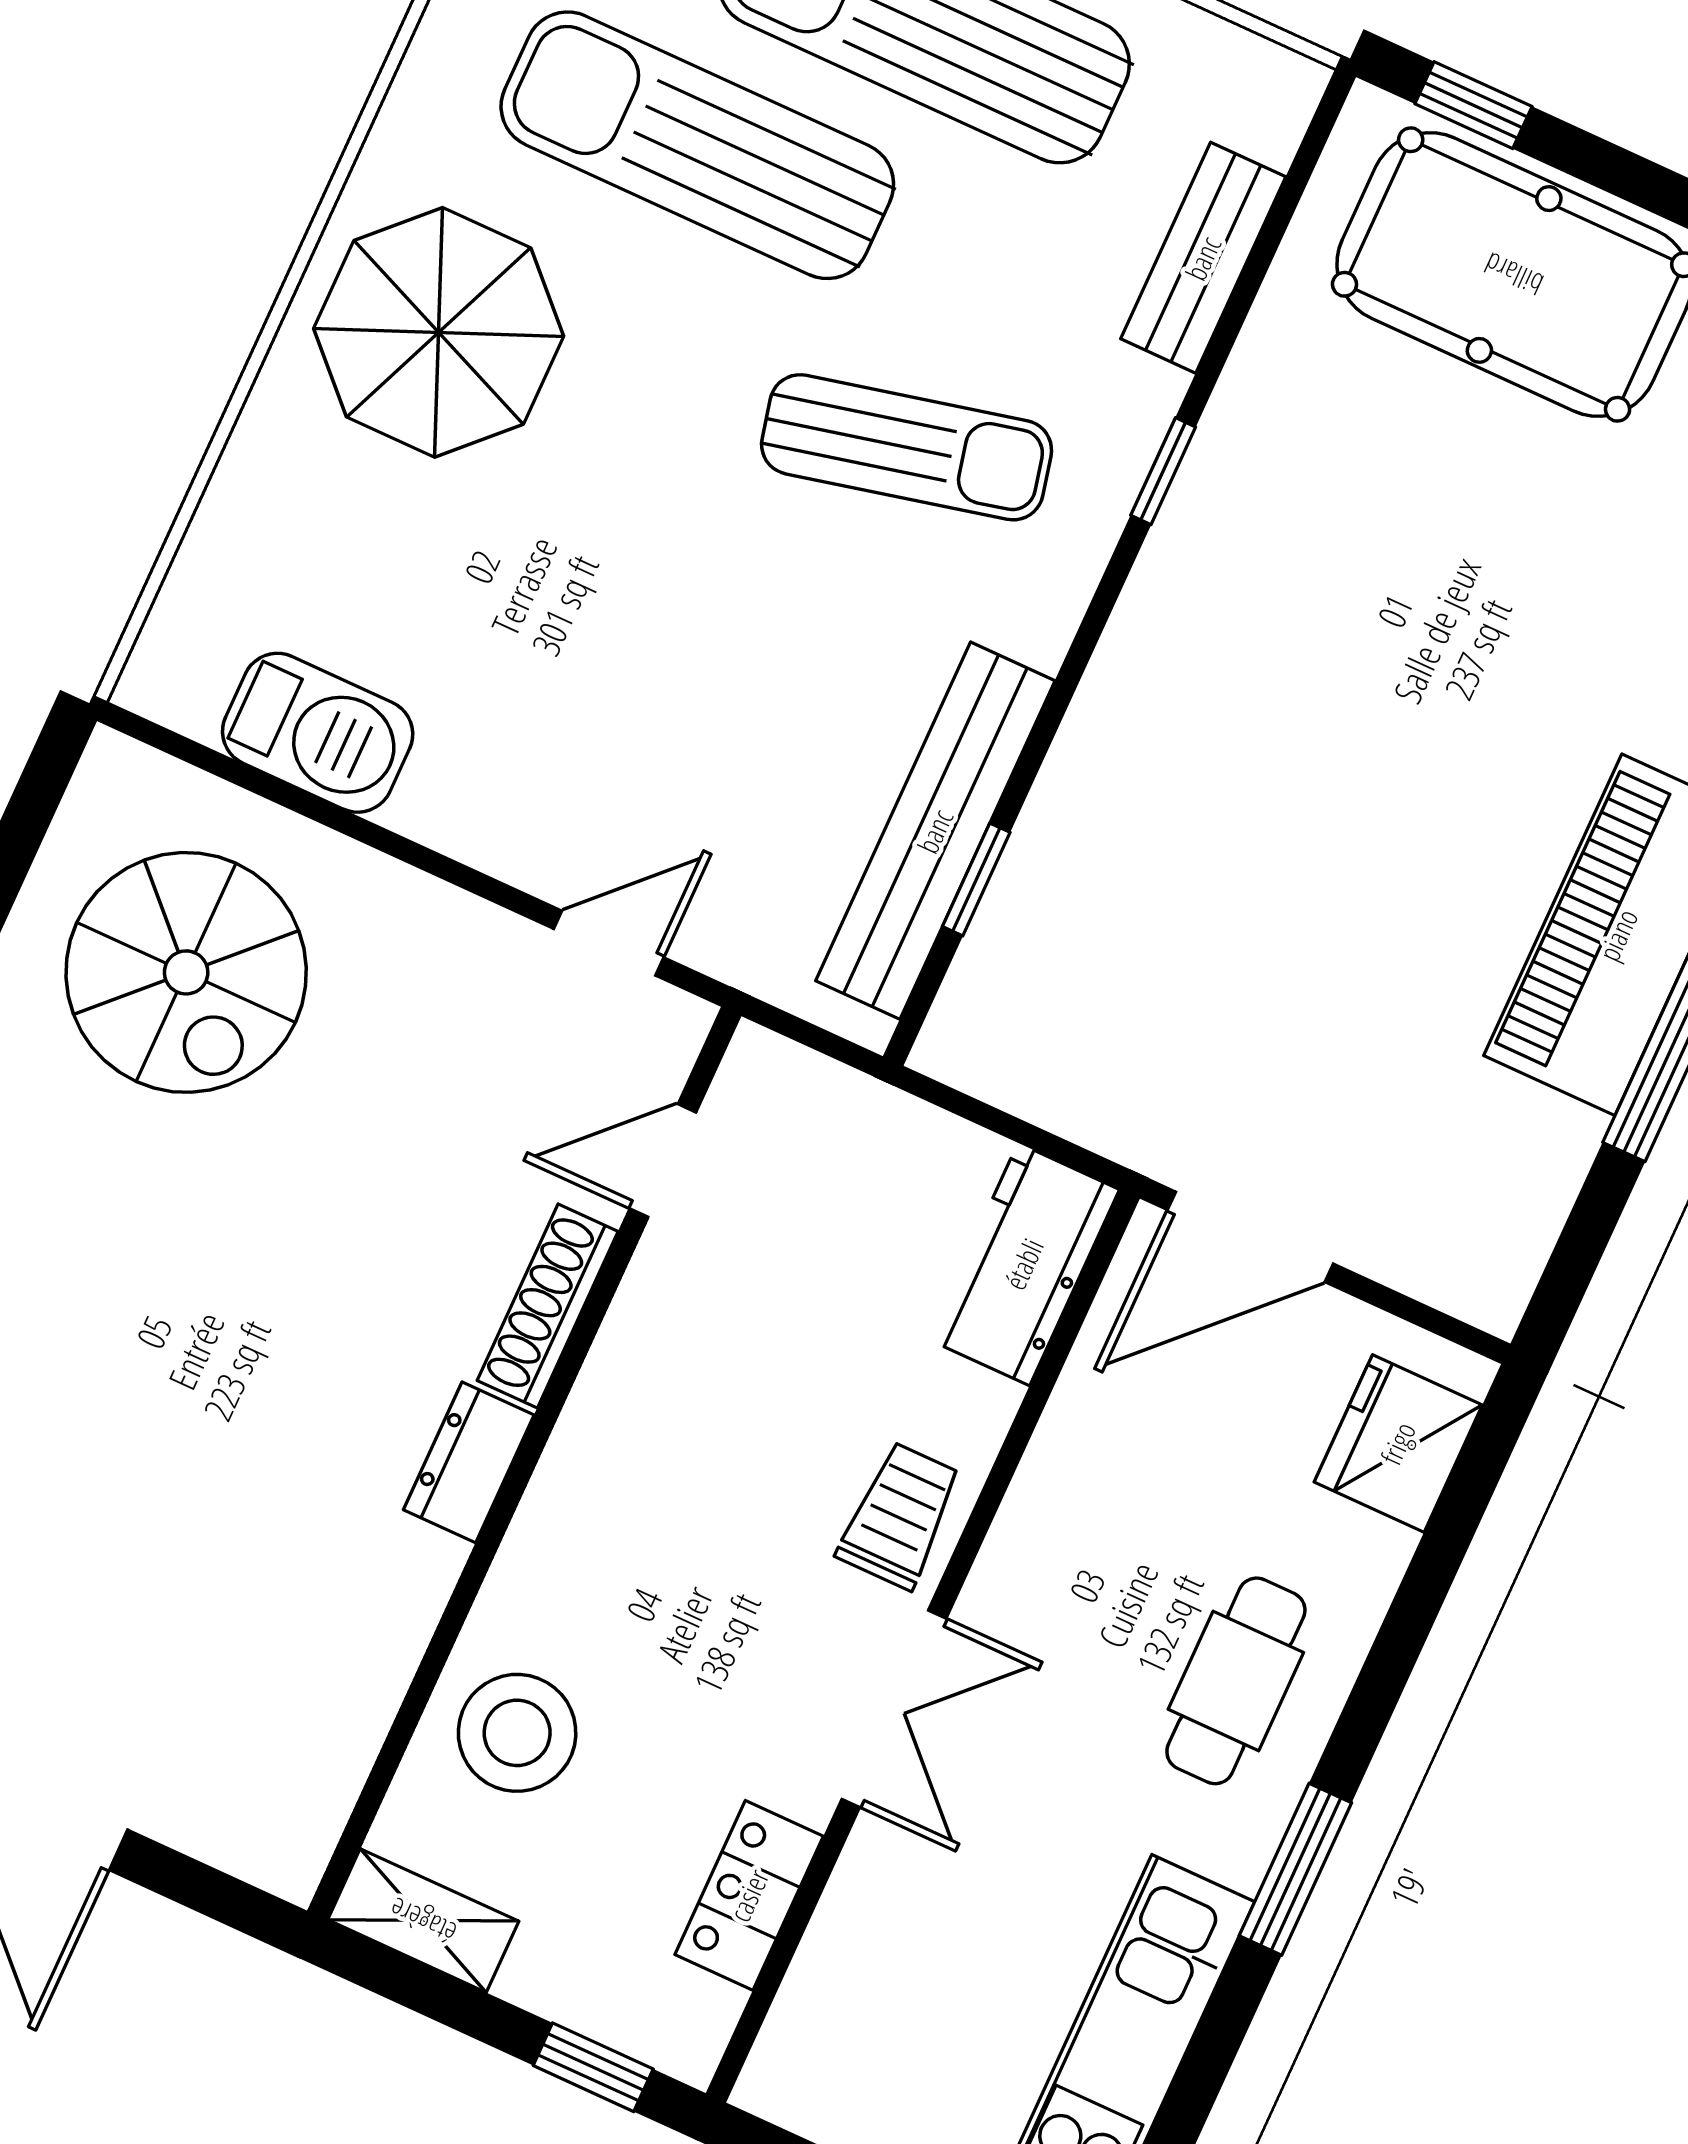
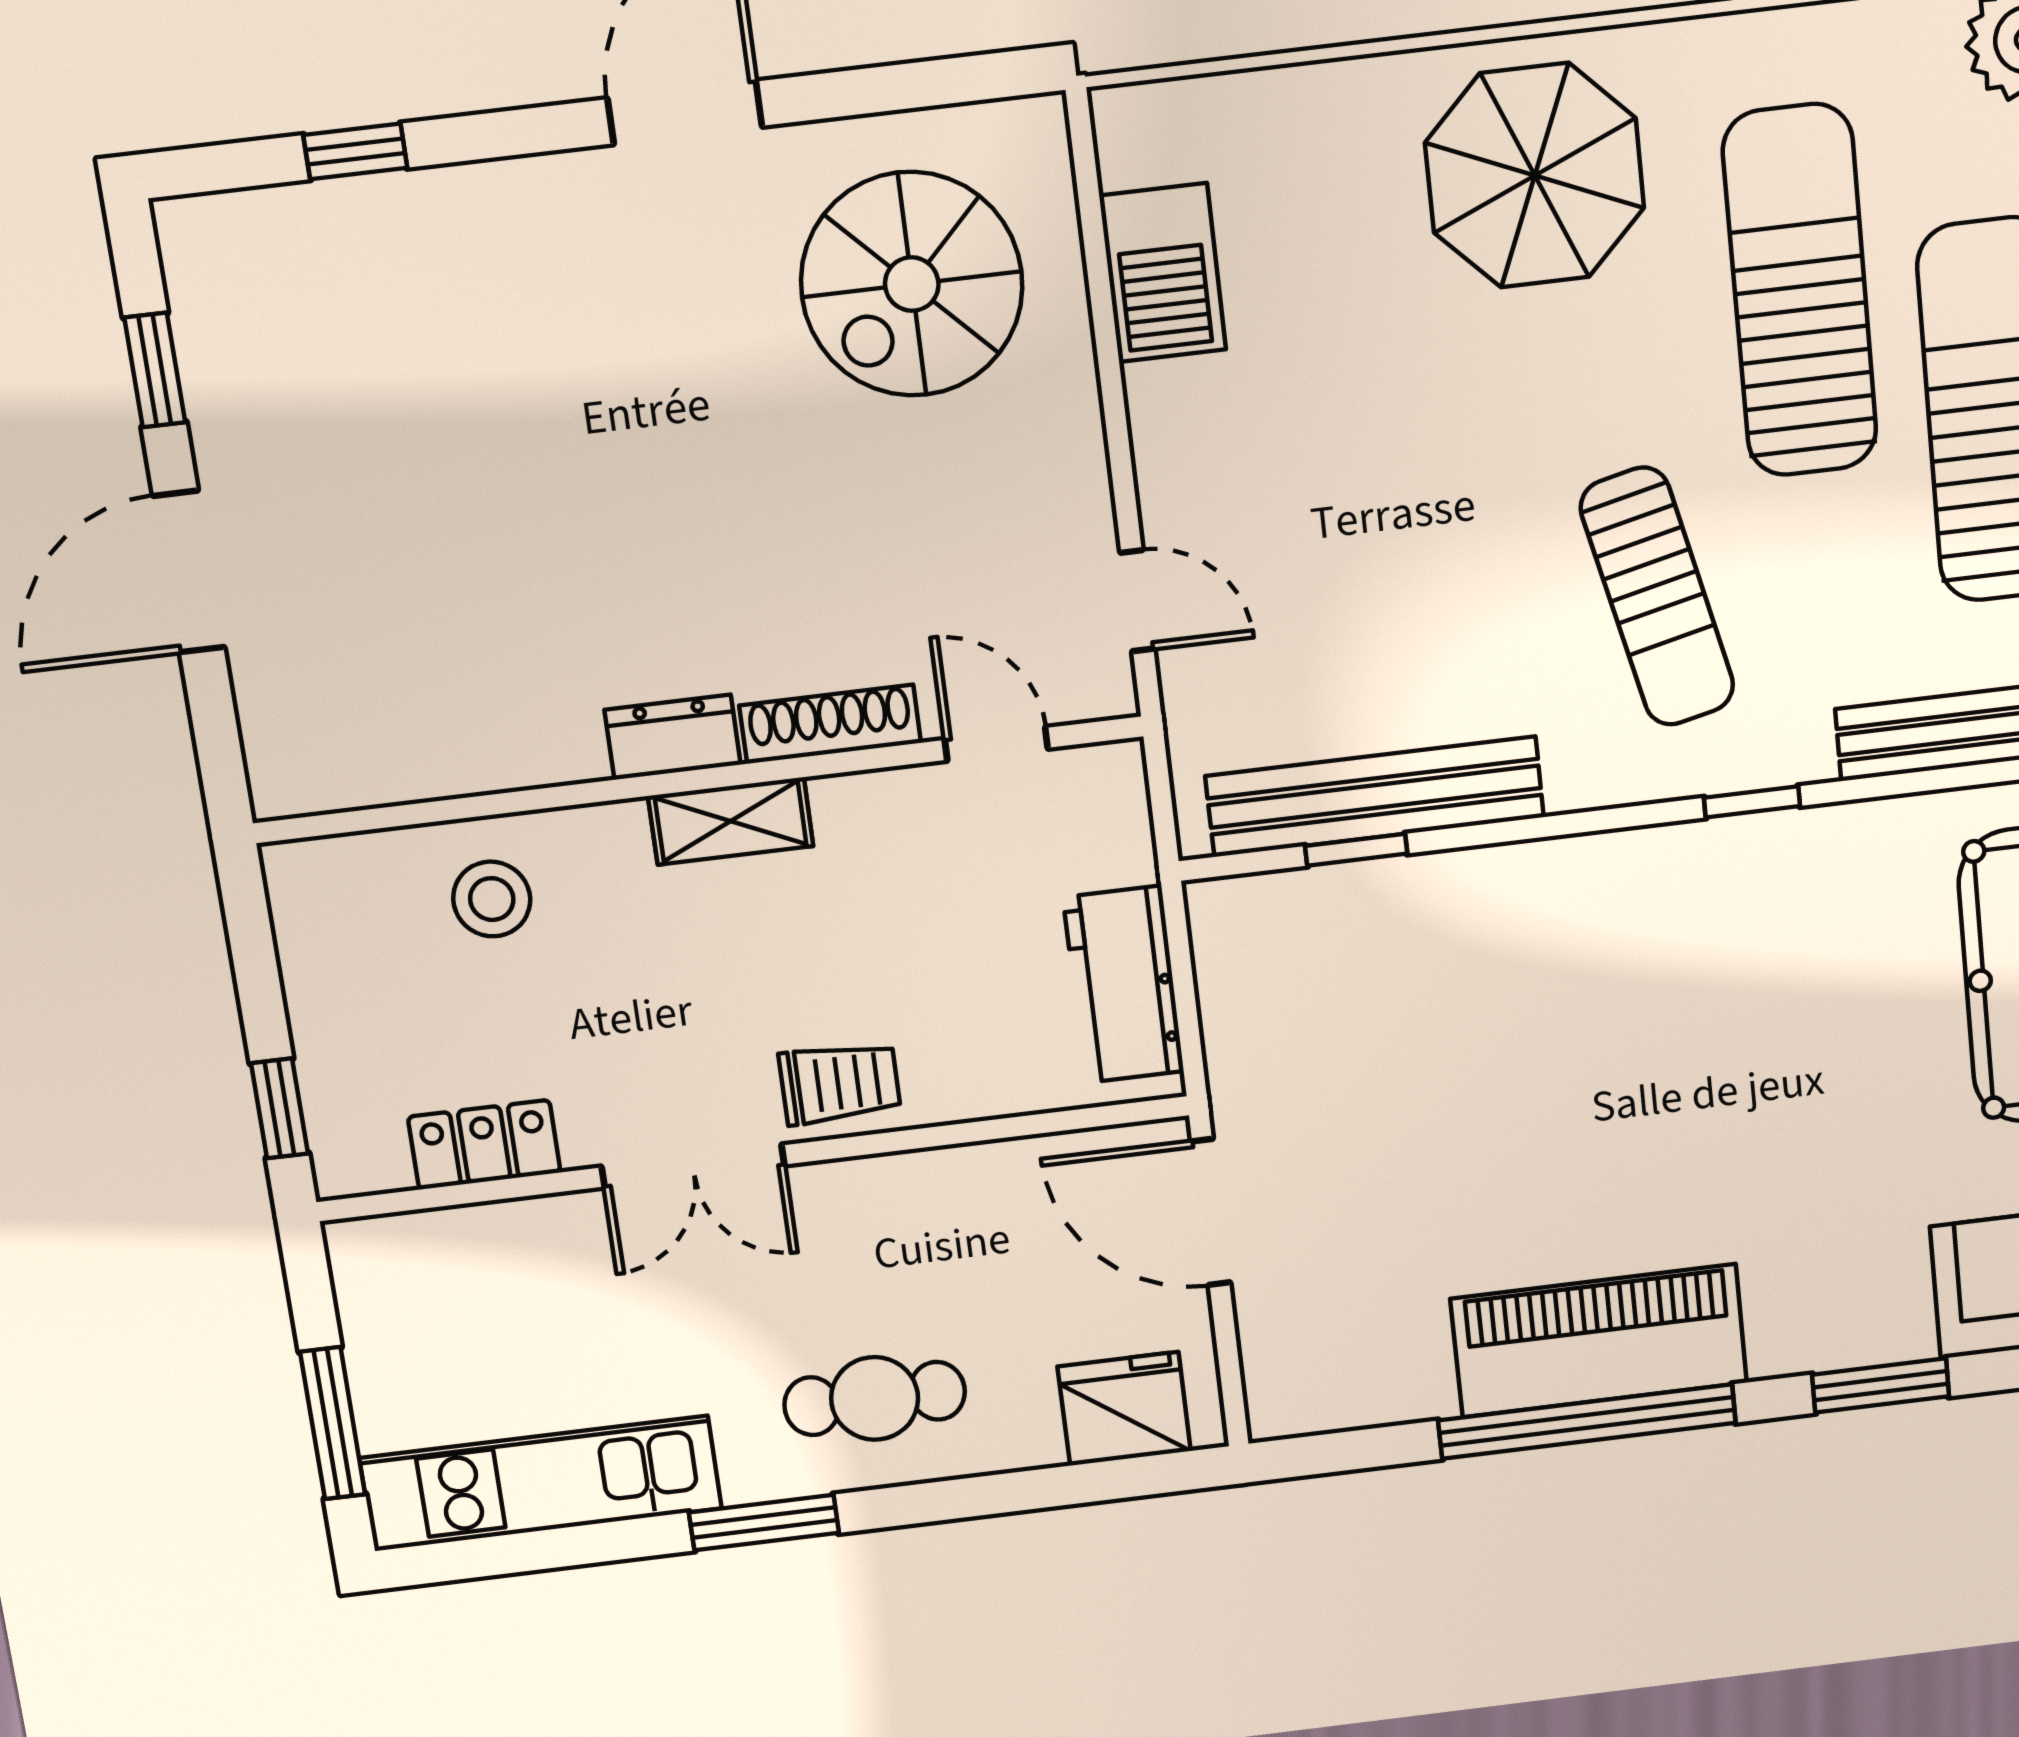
workbench: (1024, 1264) -> (1124, 985), moved, turned -90
stool: (517, 1733) -> (492, 899), width x0.73, depth x0.73
shelving: (423, 1921) -> (731, 821), moved, turned 90

